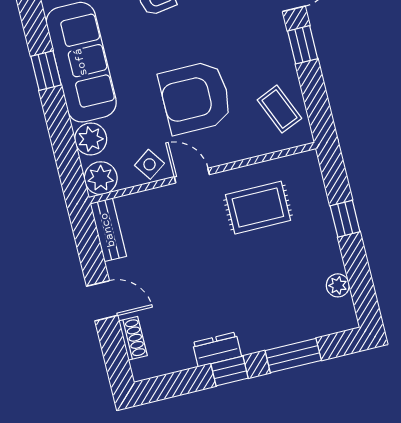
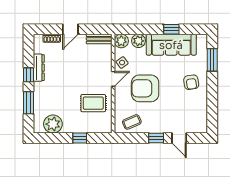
armchair: (195, 97) -> (145, 88), turned -90
rug: (258, 208) -> (93, 103), turned 90
plant: (338, 285) -> (53, 124), width x1.87, depth x1.87
dresser: (217, 349) -> (39, 68), width x1.44

